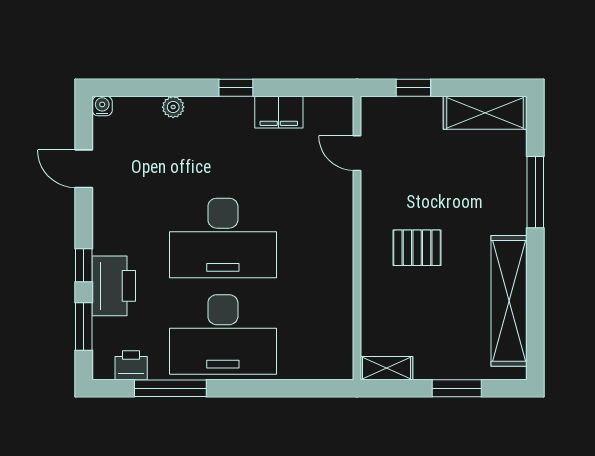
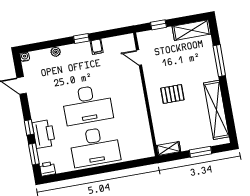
filing cabinet: (279, 112) -> (97, 47), width x0.50
printer: (131, 365) -> (47, 169), moved
window: (170, 388) -> (76, 174), removed

